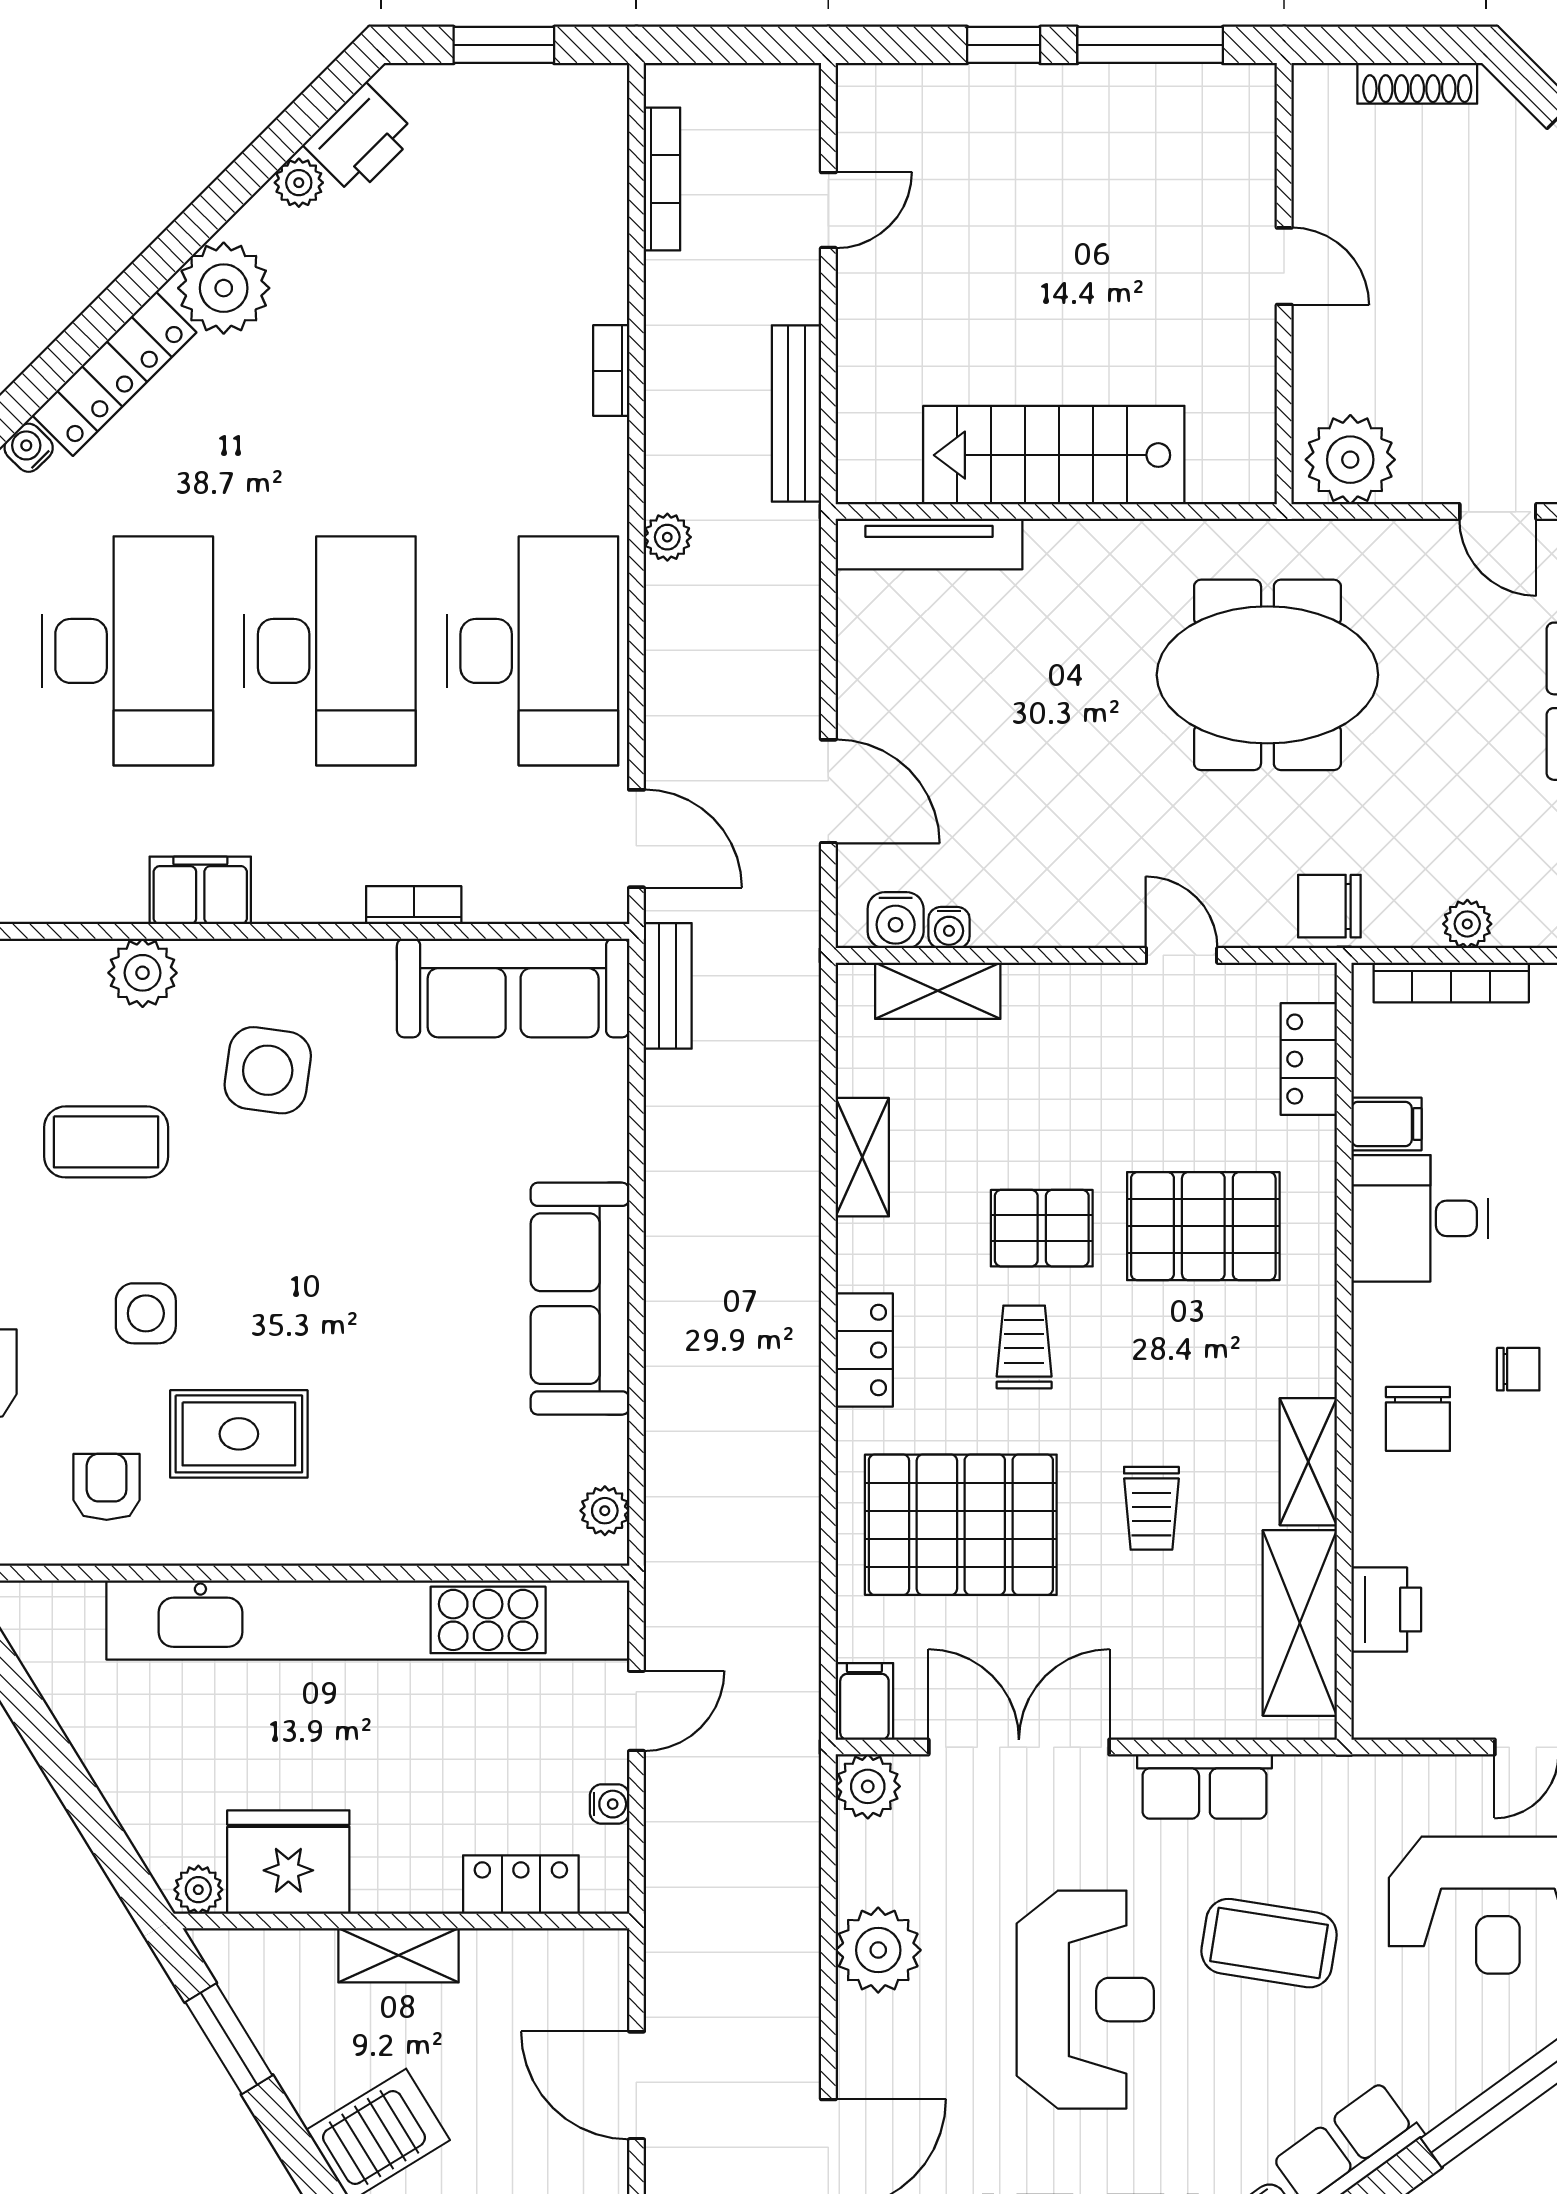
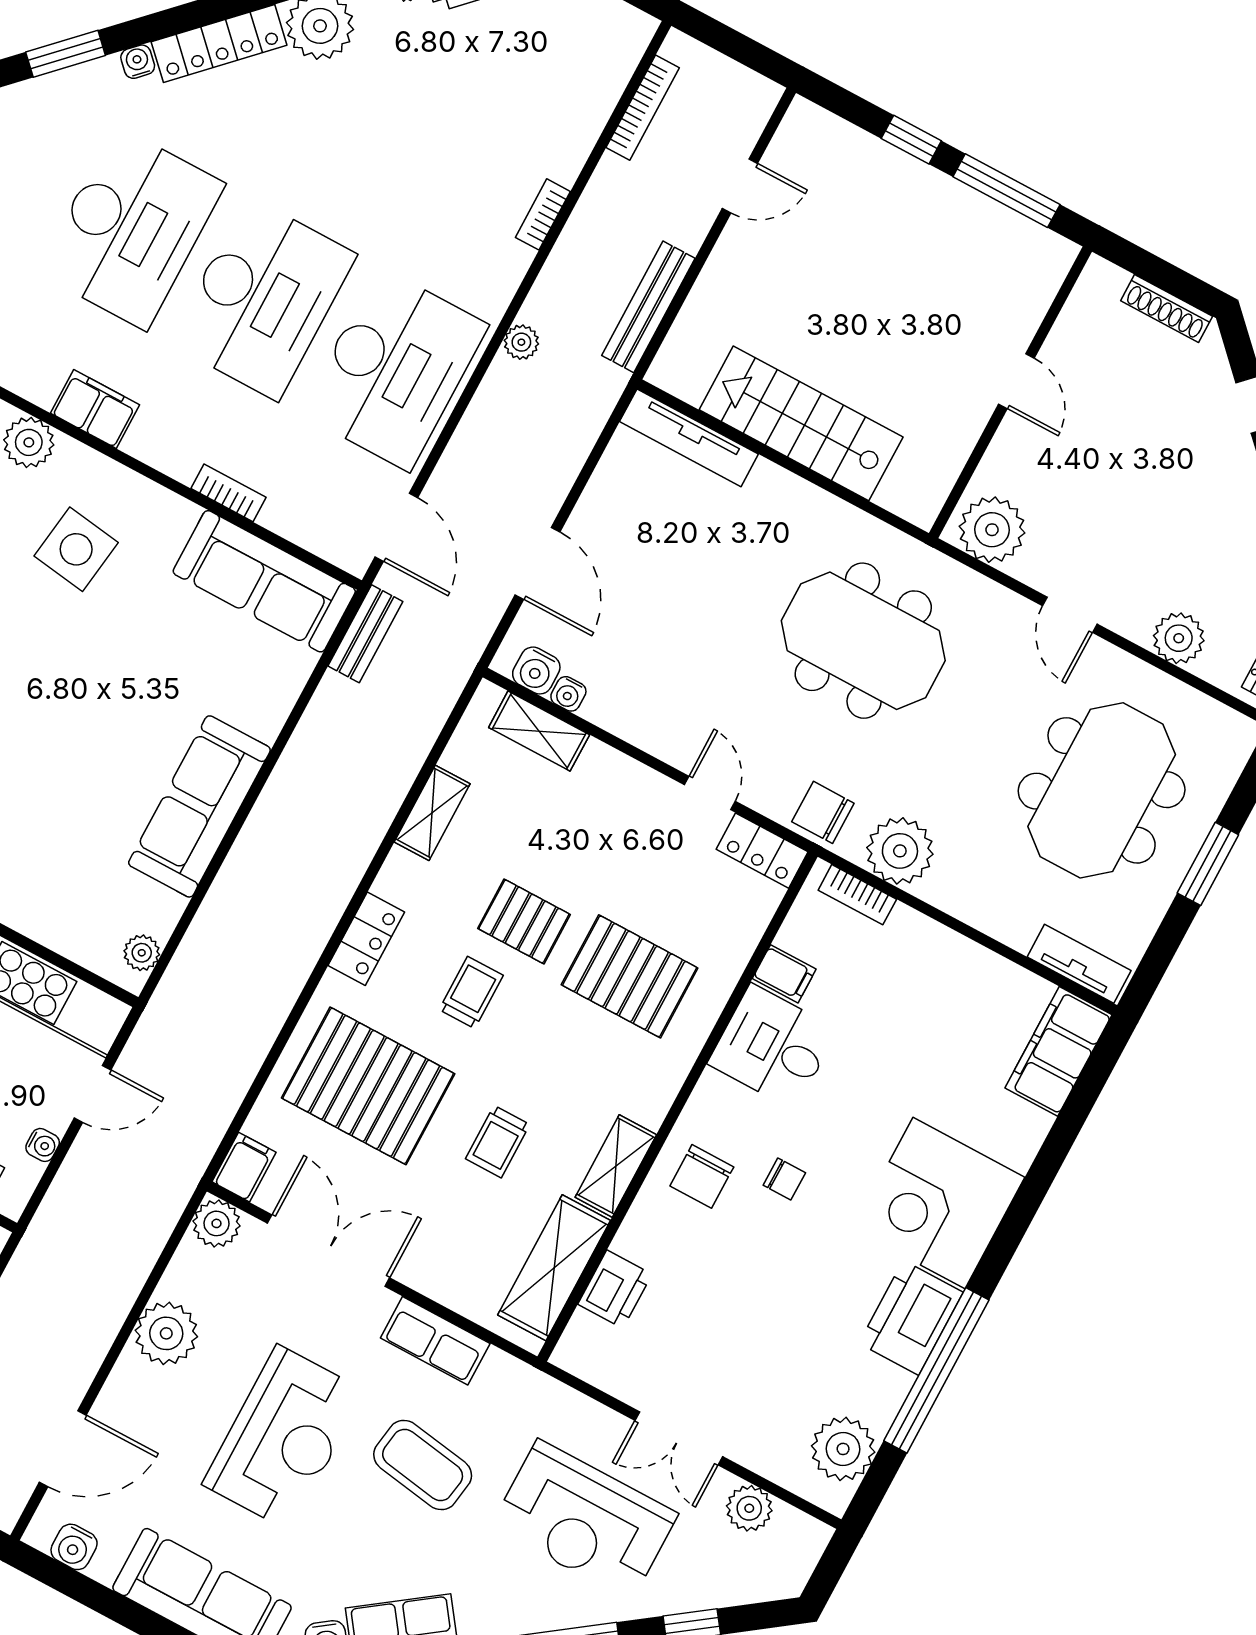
plant: (1467, 924) -> (900, 851), width x1.87, depth x1.87
bookcase: (1451, 982) -> (857, 895), width x0.64
locker: (1309, 1059) -> (762, 851), moved, turned -90

